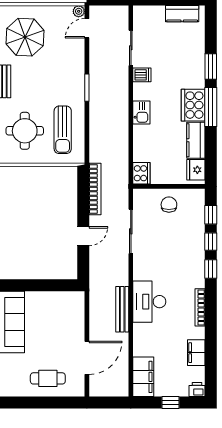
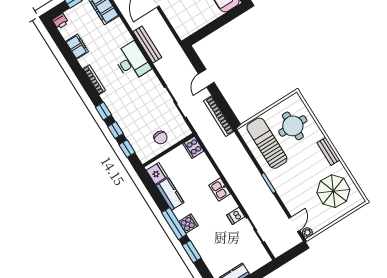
cooker: (193, 105) -> (188, 224), width x0.53, depth x0.76
sun lounger: (63, 130) -> (267, 143), width x1.36, depth x1.34

